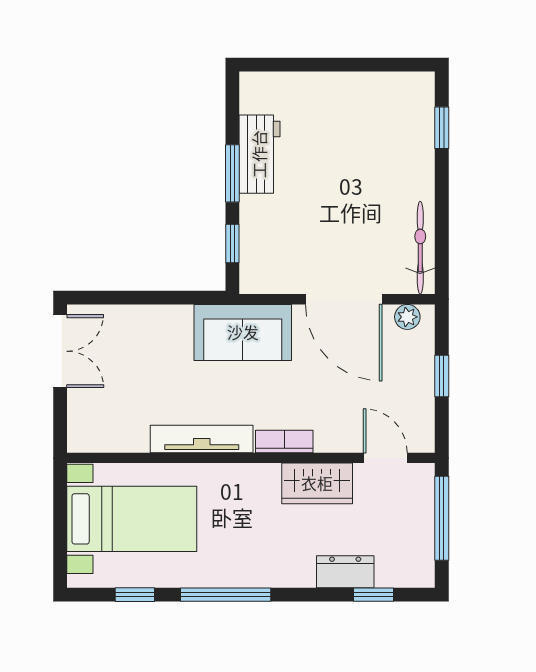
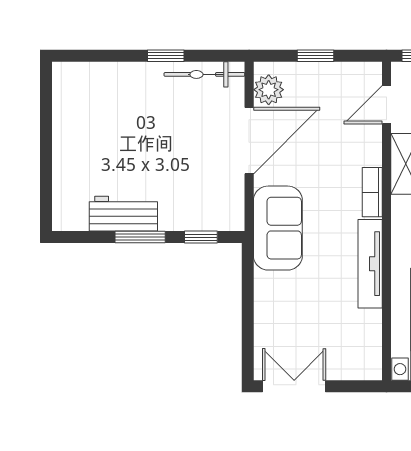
window: (442, 128) -> (166, 56), moved
plant: (407, 317) -> (269, 90), width x1.38, depth x1.38

